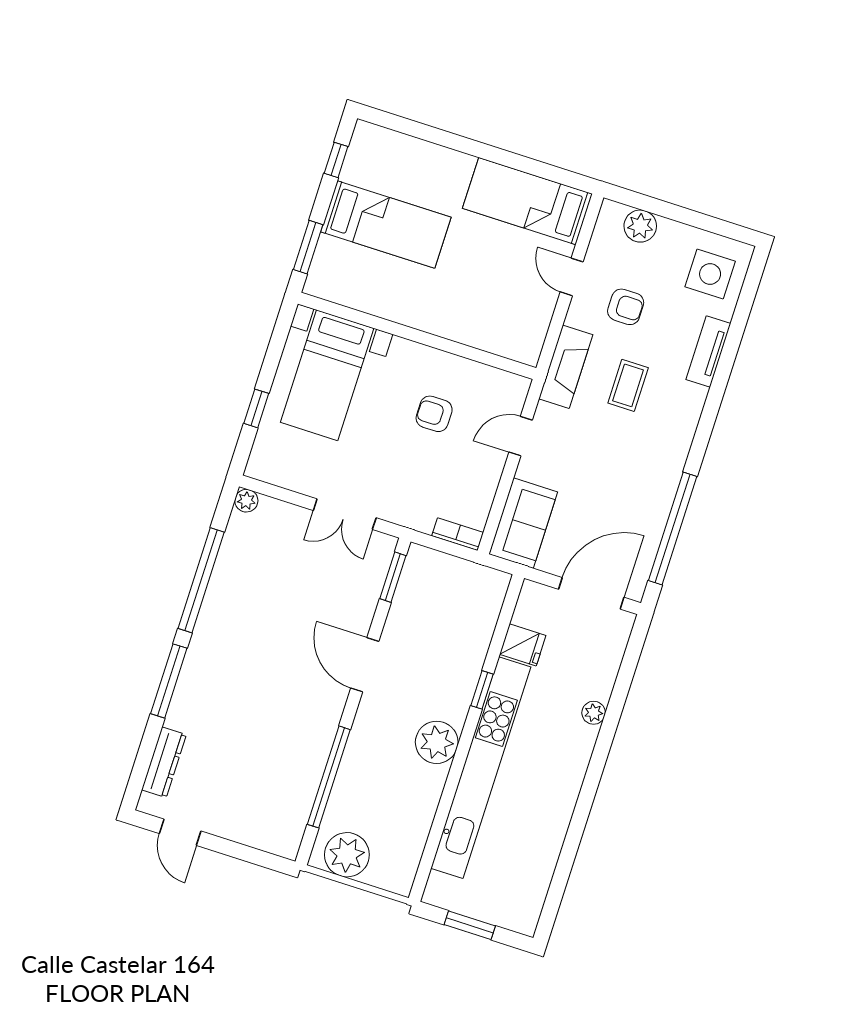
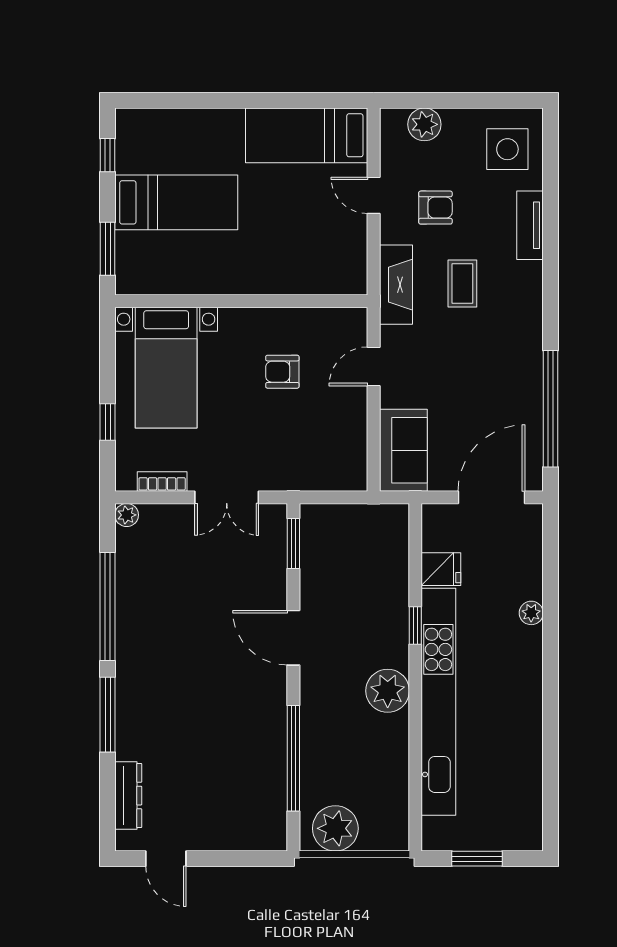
bookcase: (458, 534) -> (162, 481), moved

